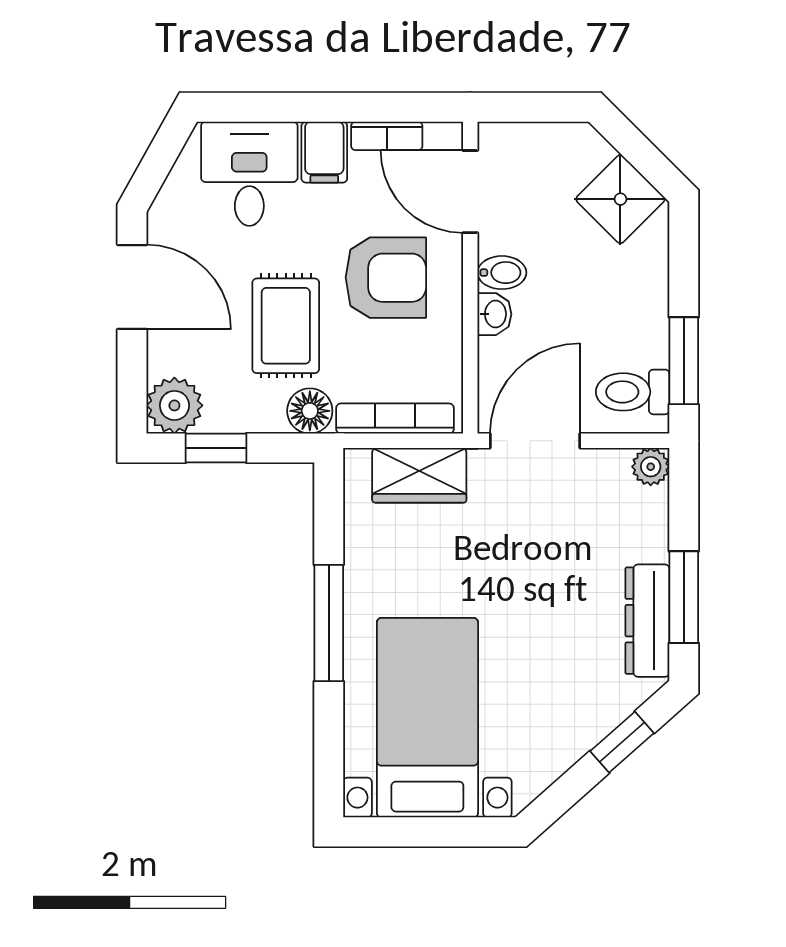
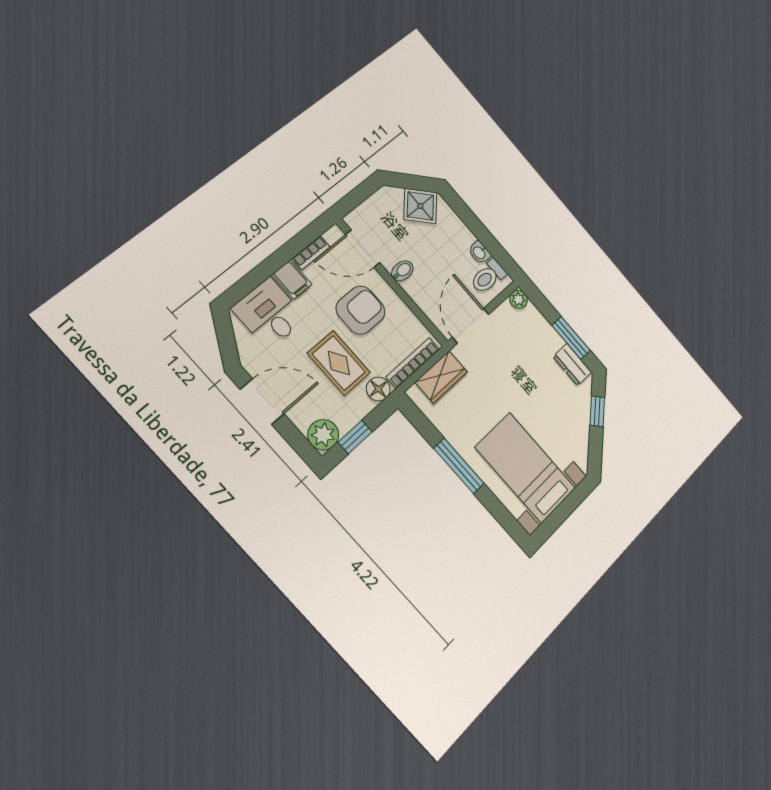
washbasin: (494, 314) -> (479, 253), moved, turned 180
window: (684, 361) -> (495, 249), removed
dresser: (647, 621) -> (572, 364), width x0.70

